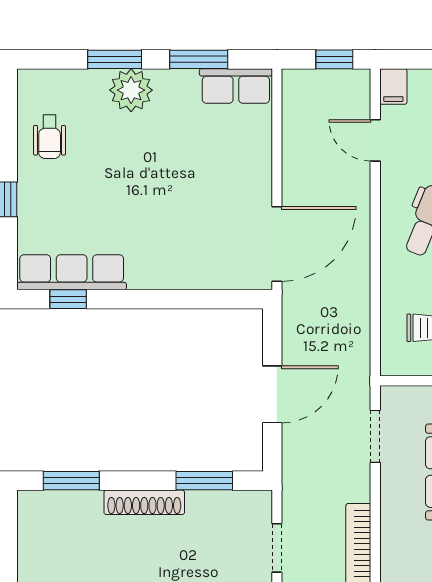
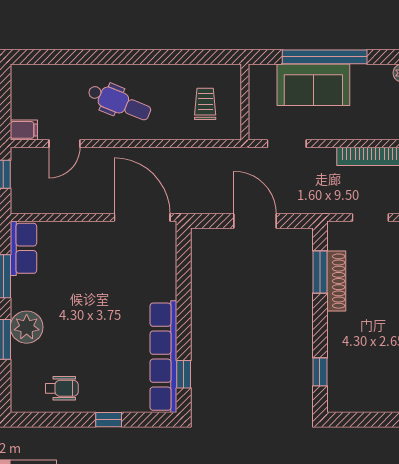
row of seats: (72, 272) -> (163, 357), width x1.36
window: (71, 481) -> (320, 372), width x0.67
shoe rack: (144, 502) -> (336, 281), moved

